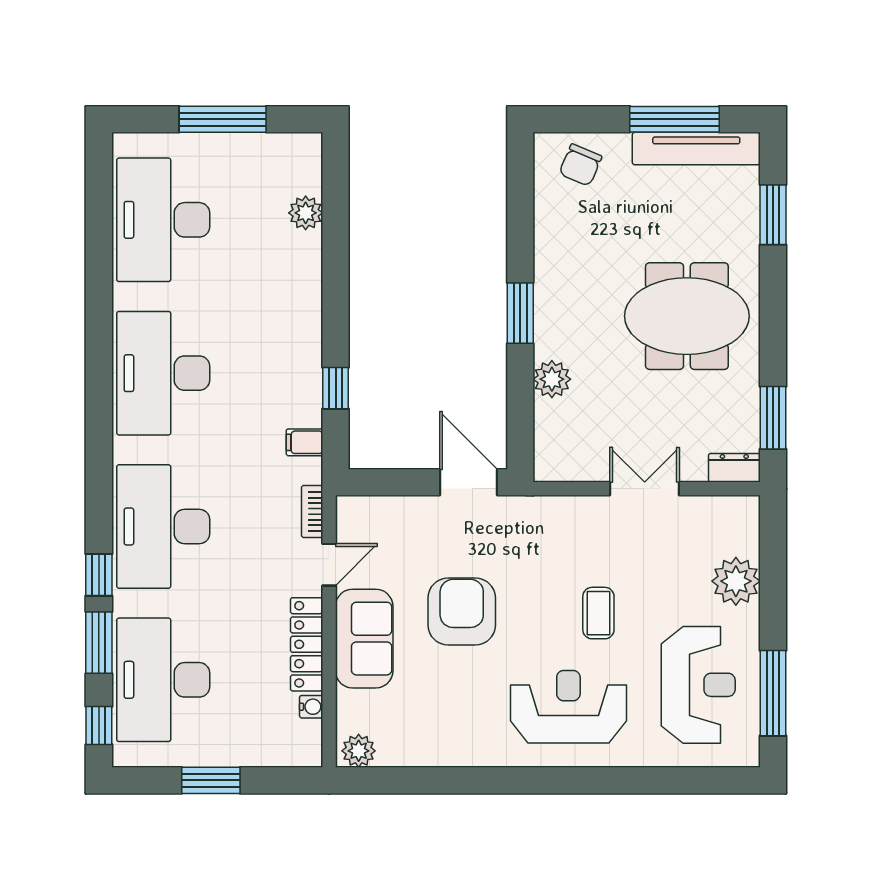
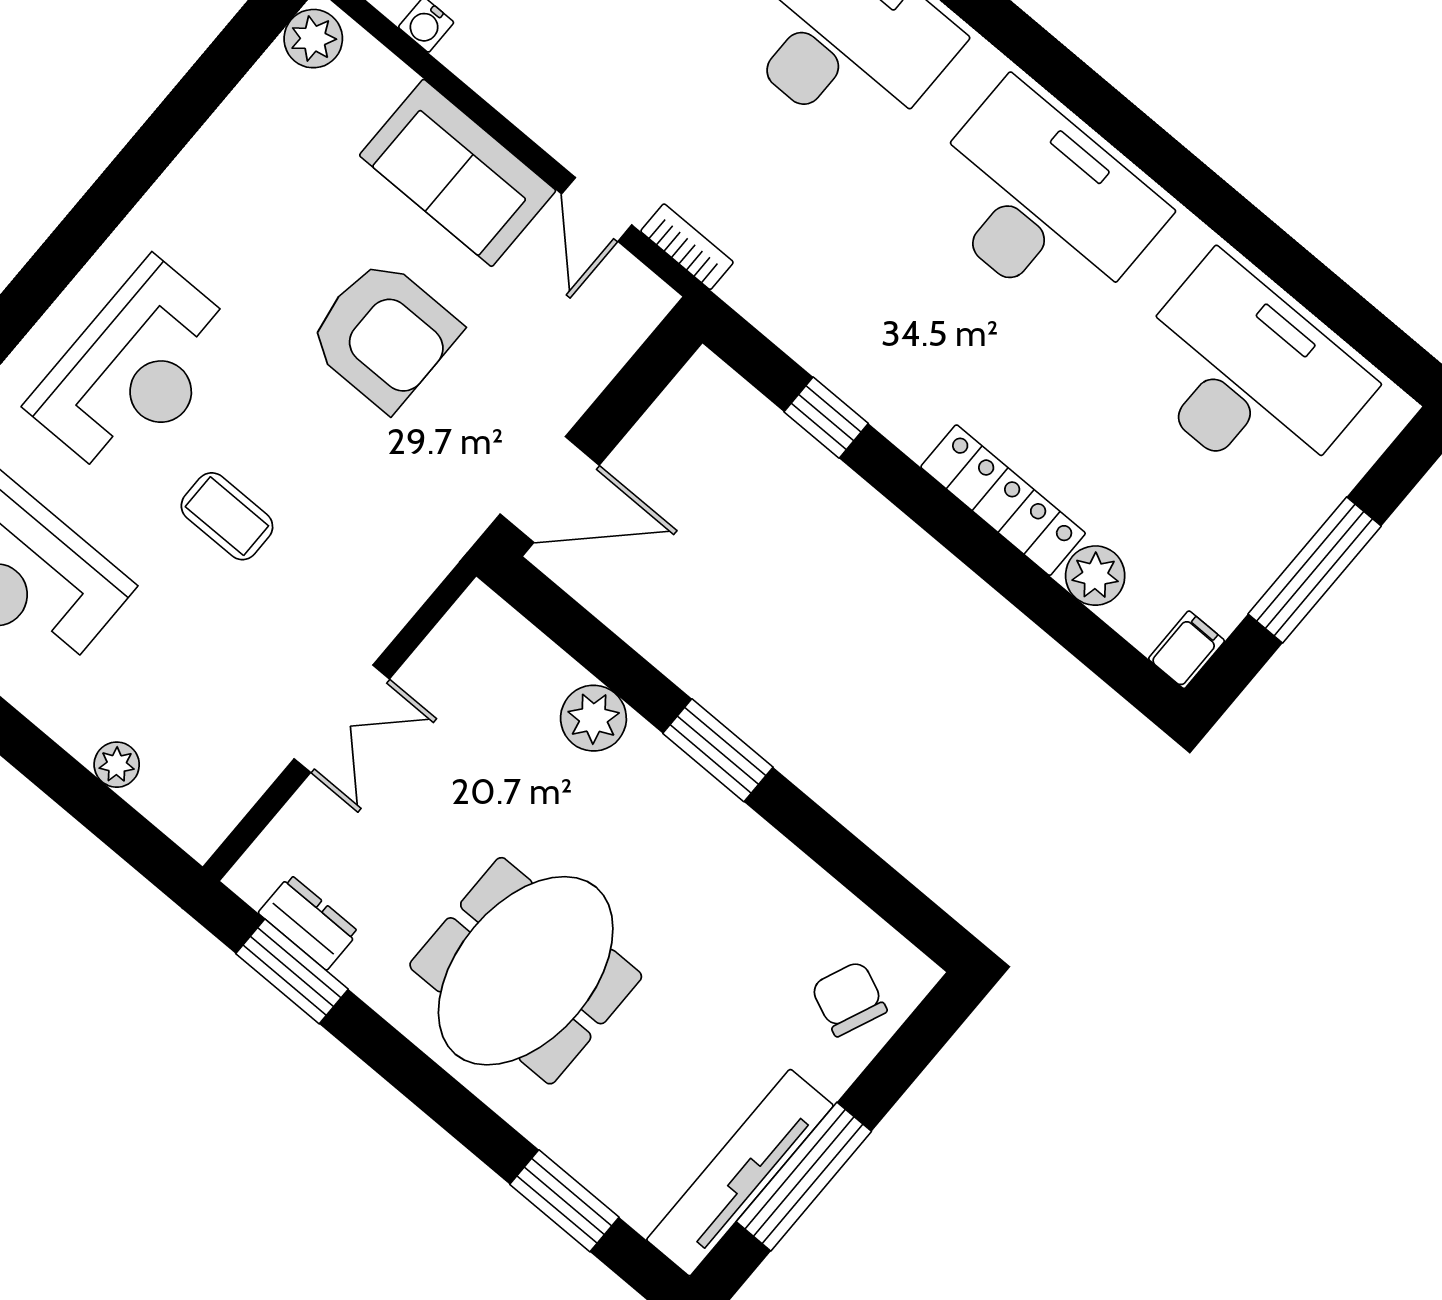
filing cabinet: (304, 442) -> (1187, 650), moved
dresser: (734, 468) -> (308, 922), moved, turned -90
plant: (736, 581) -> (117, 765), width x0.53, depth x0.53
locker: (307, 644) -> (1003, 500), moved

